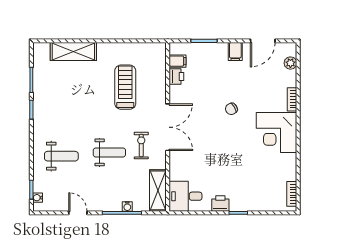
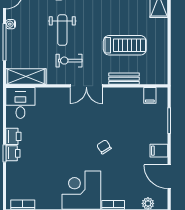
printer: (176, 76) -> (13, 153), moved, turned -90
bench: (160, 88) -> (124, 79), added
double door: (168, 127) -> (86, 86), width x0.73
exercise bike: (141, 146) -> (69, 61), turned 180
water cooler: (127, 206) -> (11, 24), moved

